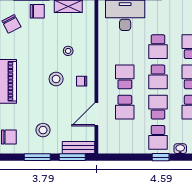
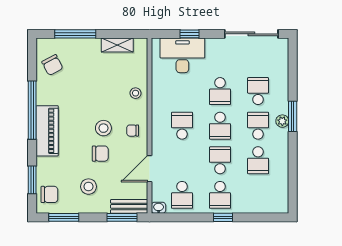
chair: (37, 11) -> (100, 154), moved
stool: (68, 51) -> (136, 93), moved
school desk: (125, 107) -> (182, 195), moved
washbasin: (180, 149) -> (159, 208), moved
window: (37, 157) -> (64, 217), moved

